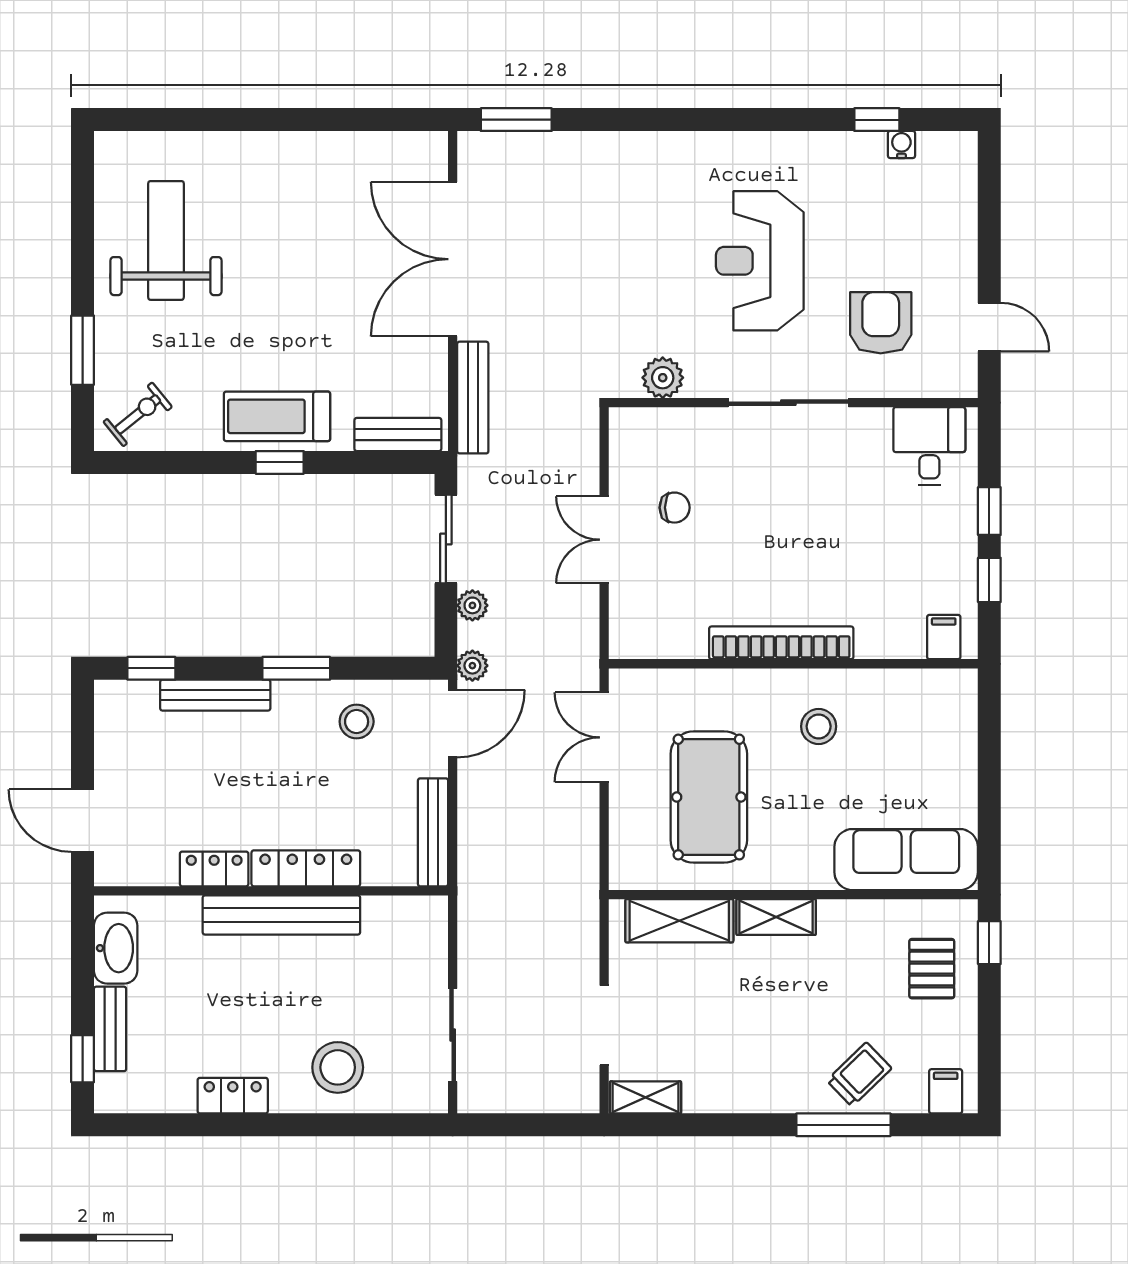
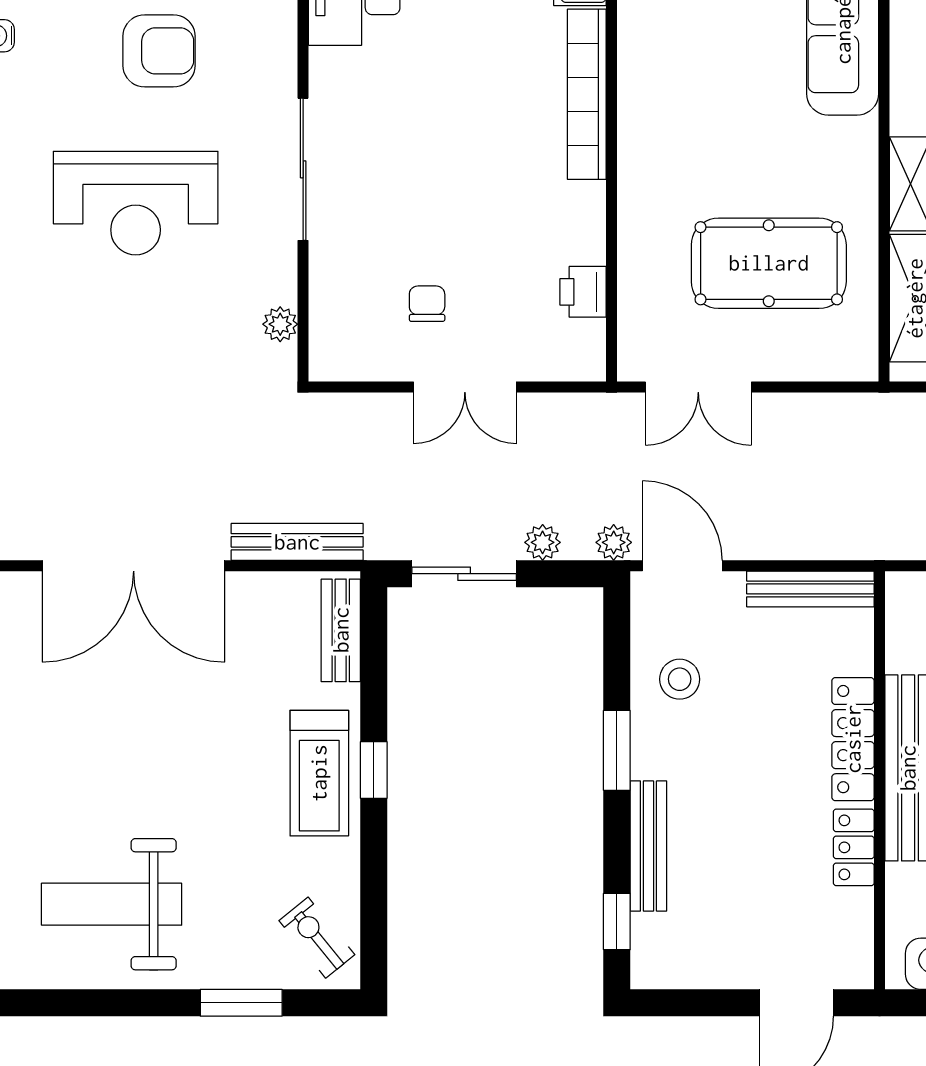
armchair: (881, 323) -> (159, 51), moved, turned 180
plant: (663, 378) -> (280, 324), width x0.73, depth x0.73
printer: (685, 640) -> (583, 292), added
bookcase: (781, 643) -> (587, 94), moved
stool: (819, 726) -> (686, 134), removed

